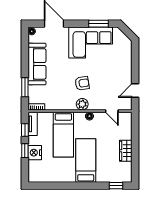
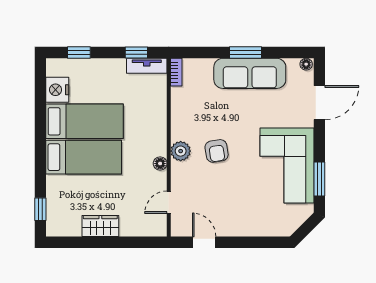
window: (25, 87) -> (246, 53), moved
bed: (63, 135) -> (85, 121), moved, turned 180
window: (25, 151) -> (79, 53), moved
nightstand: (35, 153) -> (57, 90), moved, turned -90

